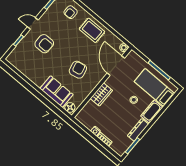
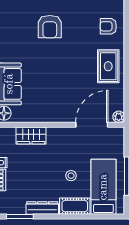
armchair: (78, 70) -> (52, 87), removed
wardrobe: (101, 94) -> (31, 135), moved

